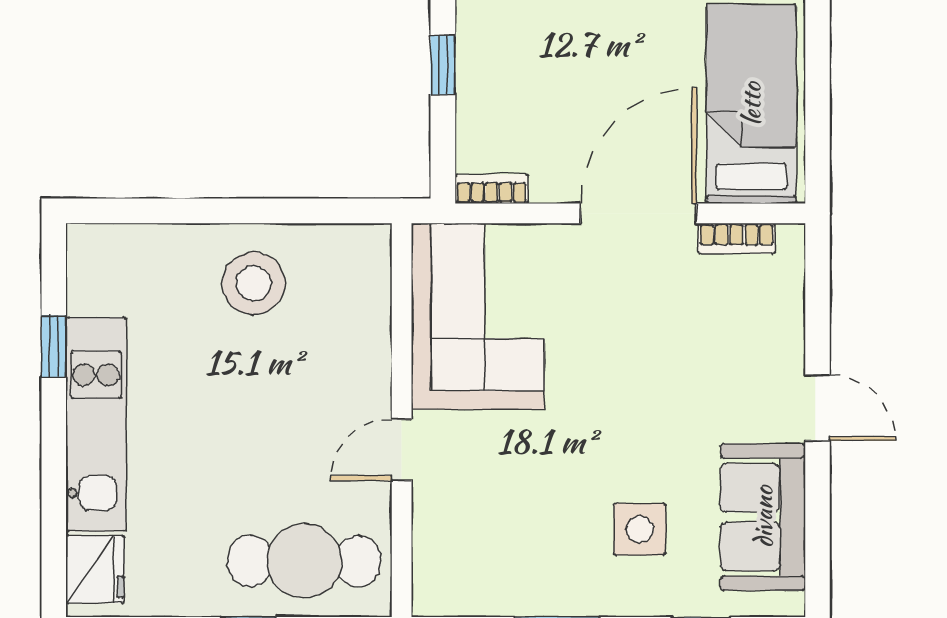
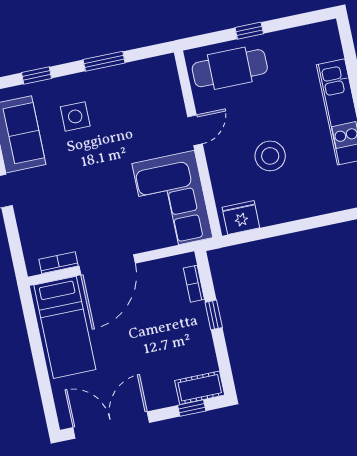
bookcase: (492, 189) -> (194, 284), moved, turned 90
stool: (254, 283) -> (270, 156), moved
fridge: (95, 569) -> (241, 217), moved, turned 90

